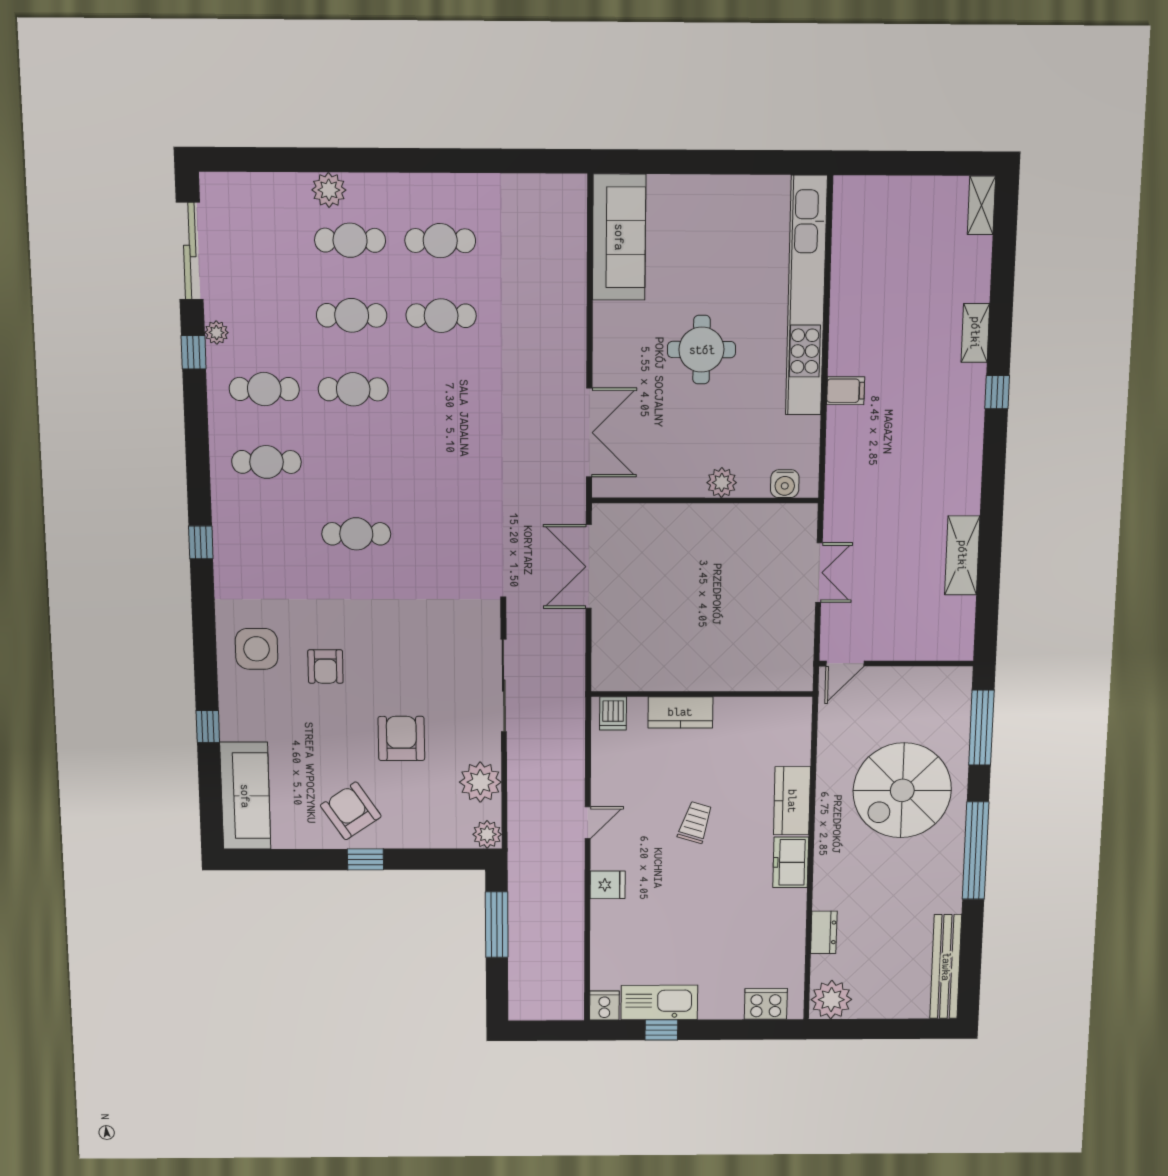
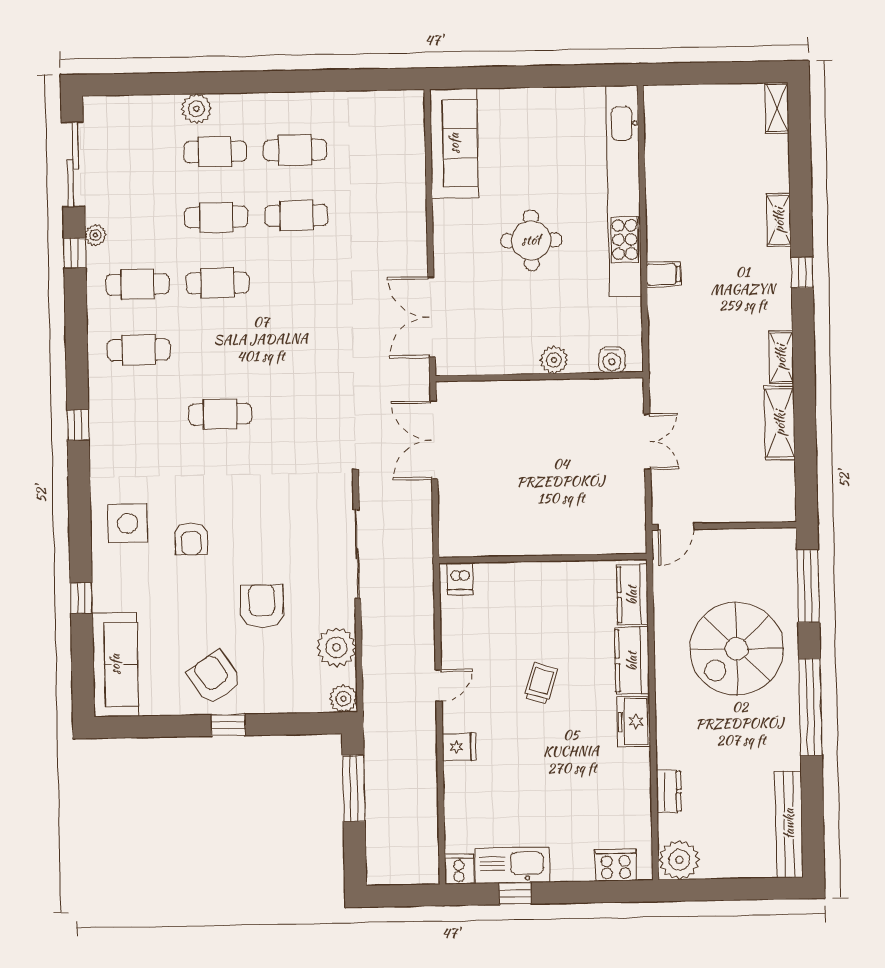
double door: (589, 433) -> (432, 317), swing flipped
shelving: (969, 485) -> (781, 357), added
kitchen counter: (680, 712) -> (632, 595), moved, turned 90

